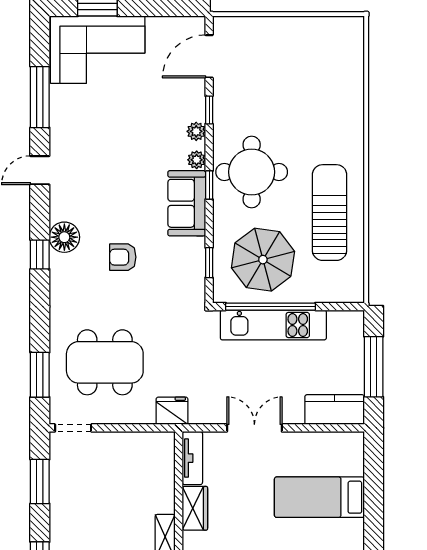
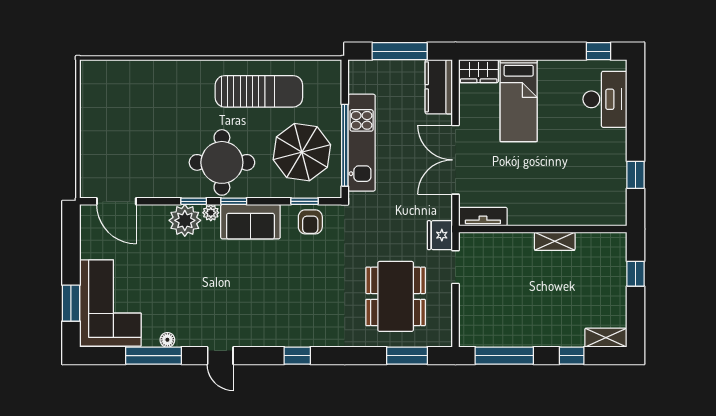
window: (209, 110) -> (194, 201), moved
plant: (196, 131) -> (185, 220), width x1.88, depth x1.88
sun lounger: (330, 213) -> (259, 91), turned 180
floor lamp: (64, 237) -> (167, 340), moved, width x0.53, depth x0.53
armchair: (123, 257) -> (310, 222), moved
doorway: (73, 428) -> (455, 267), moved
double door: (254, 428) -> (455, 160), width x1.37
window: (40, 481) -> (504, 356), width x1.44
wardrobe: (195, 508) -> (479, 71), moved, turned 180

